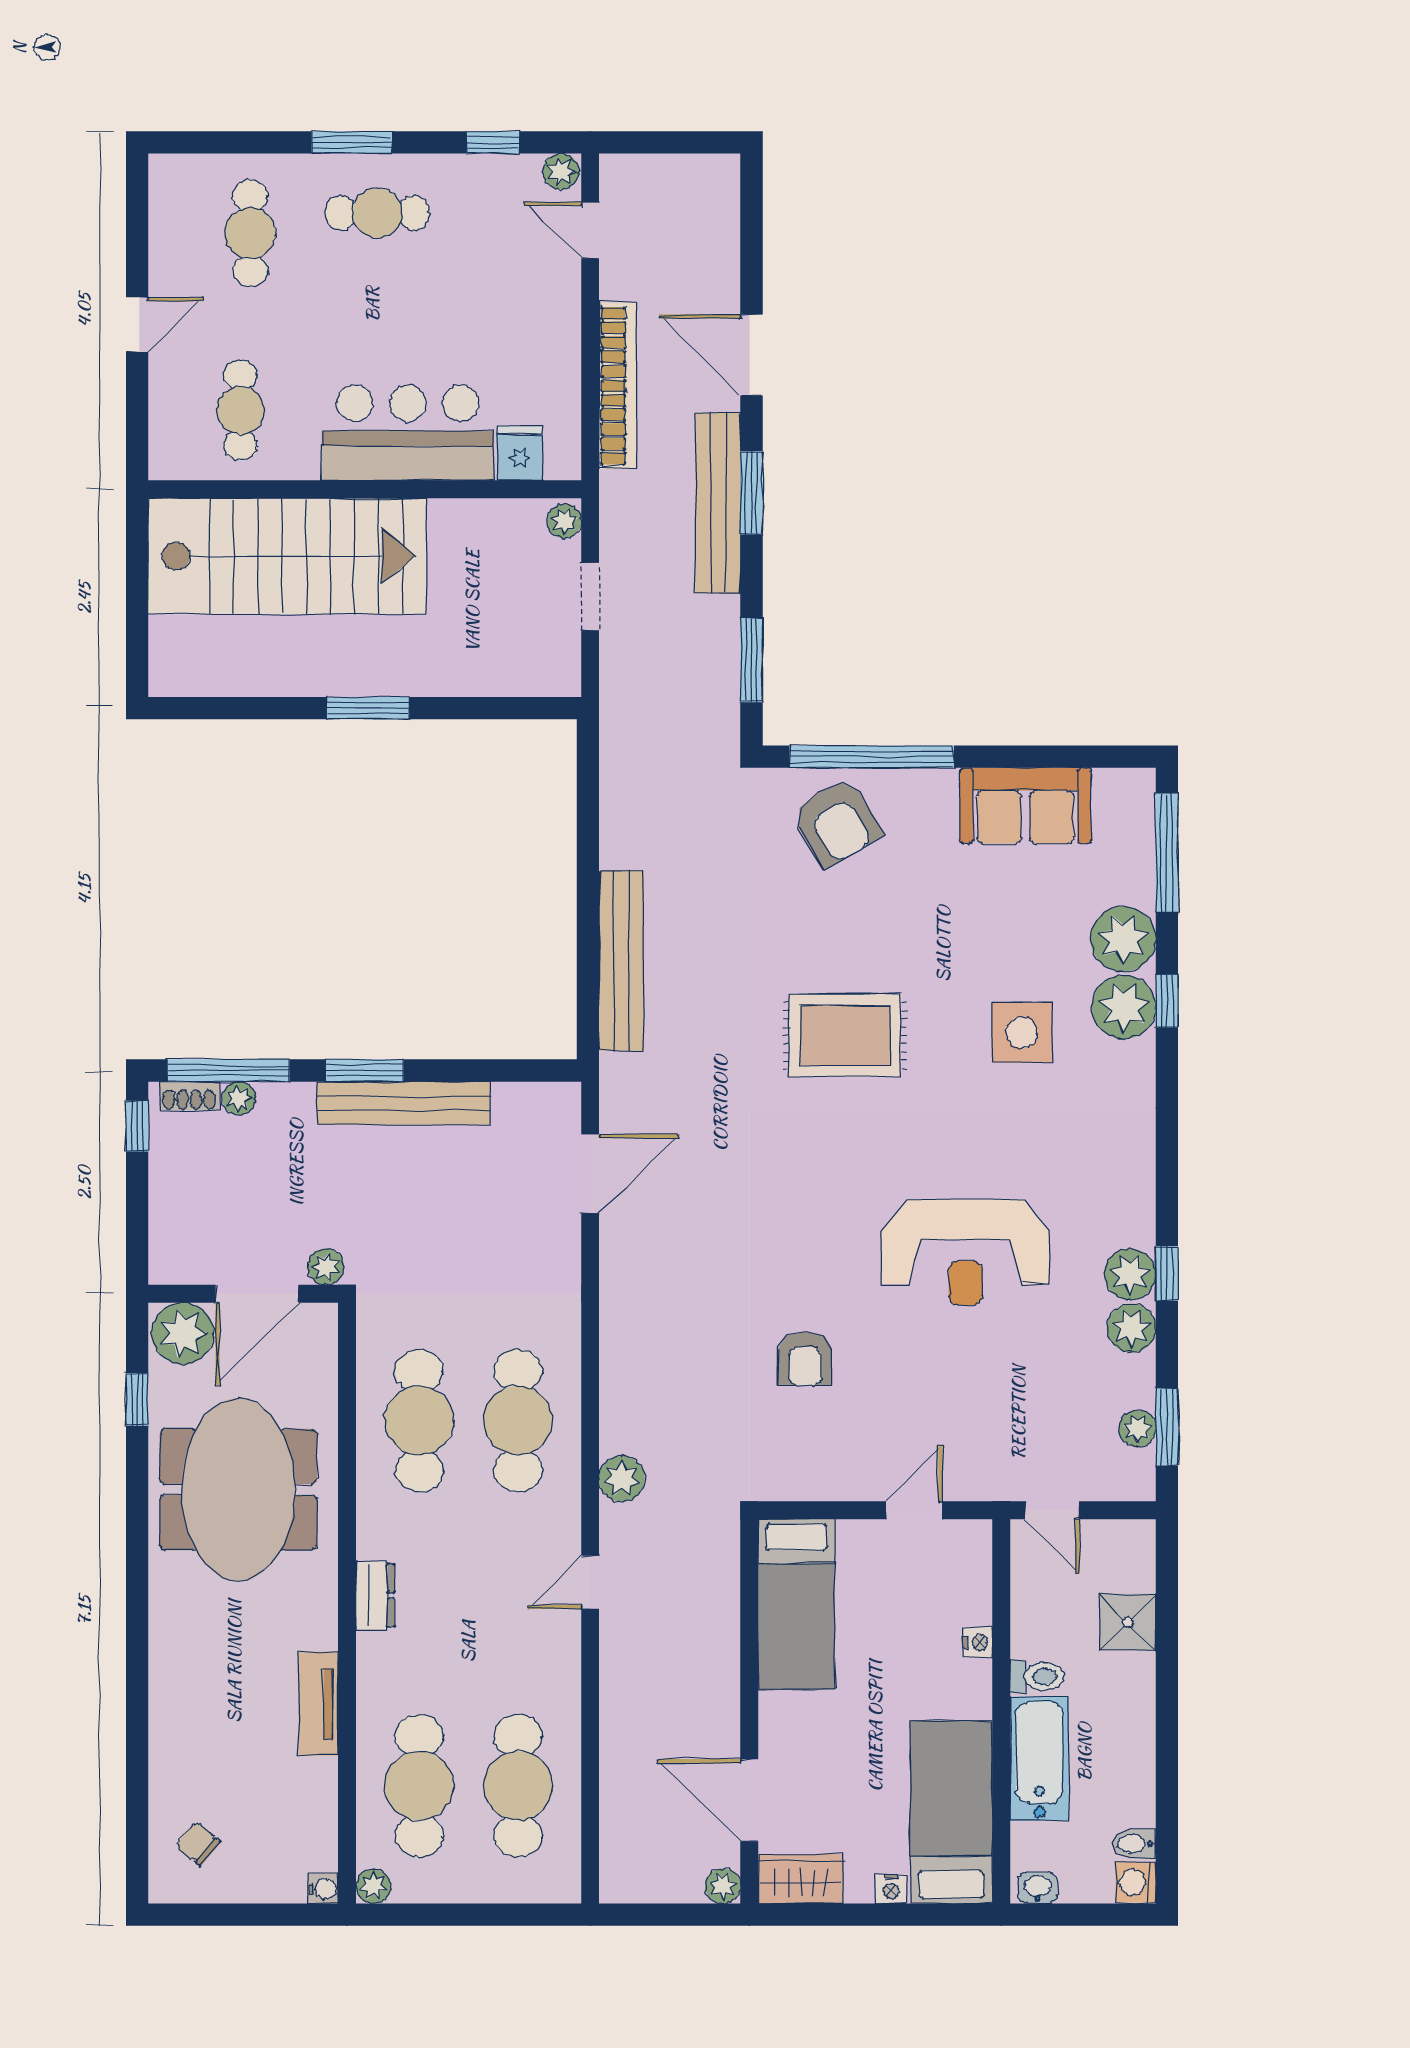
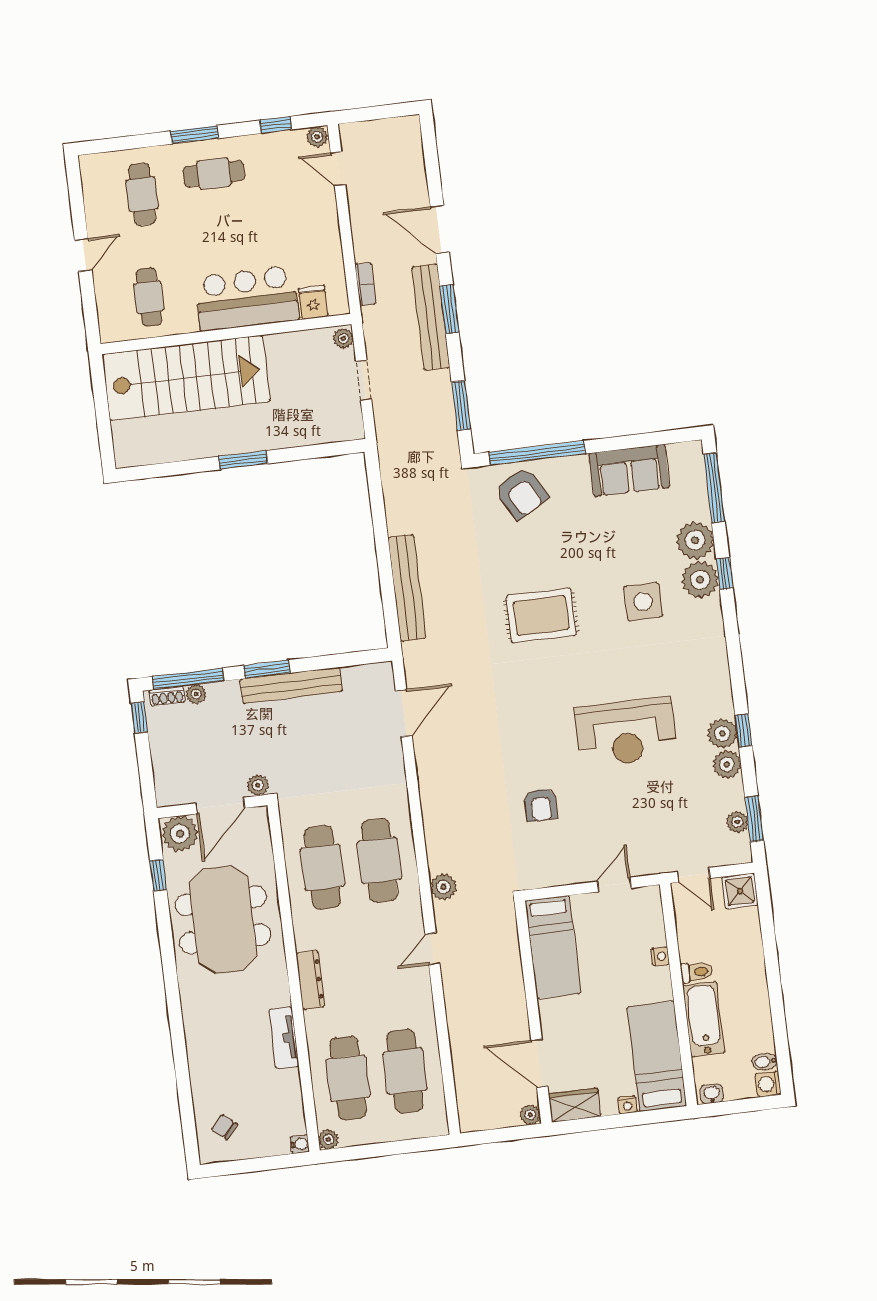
bookcase: (618, 386) -> (366, 284), width x0.43, depth x0.76
dresser: (375, 1595) -> (310, 980), width x1.44
shower: (1128, 1622) -> (740, 891), moved

